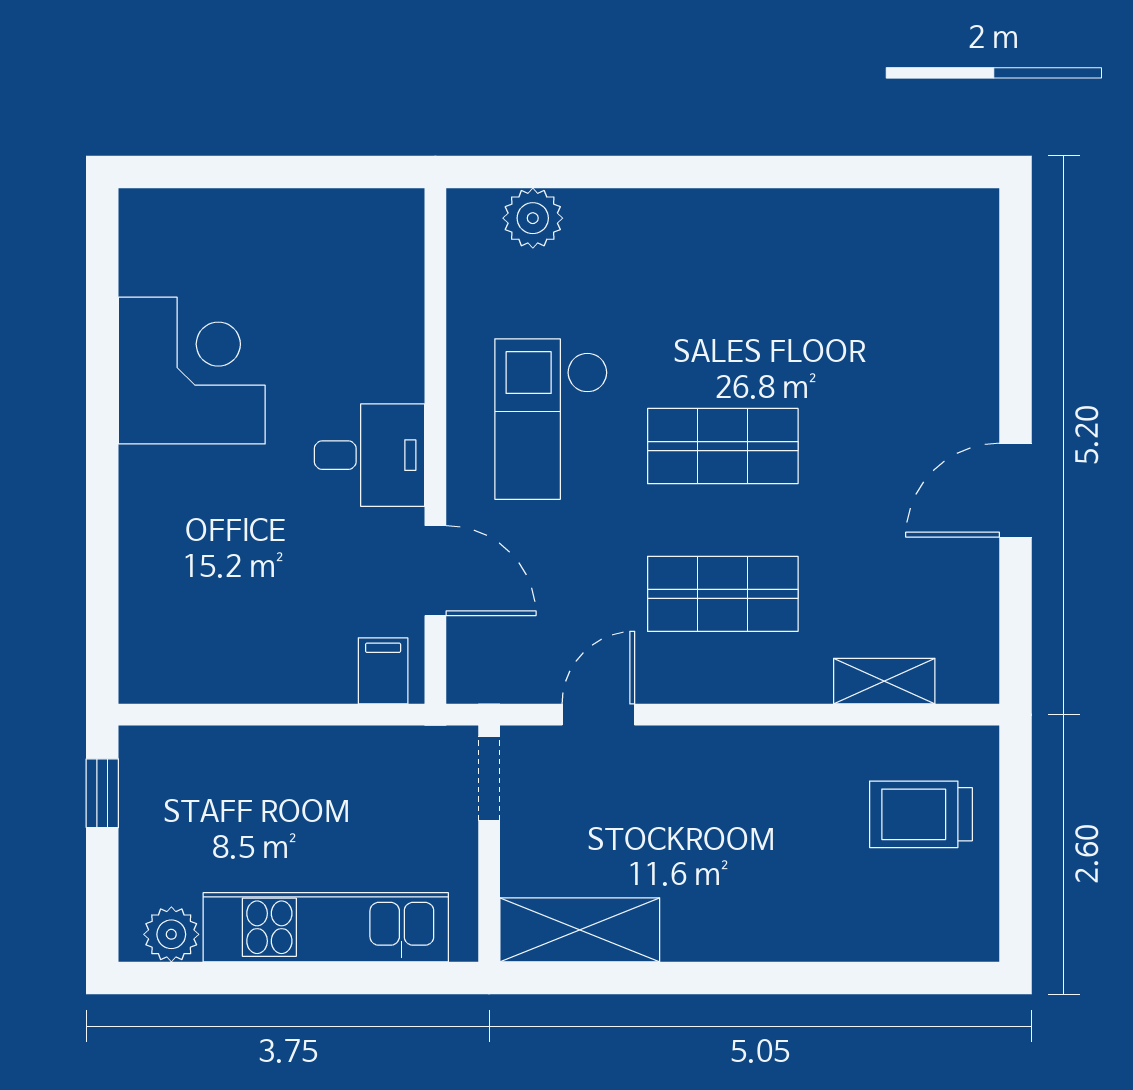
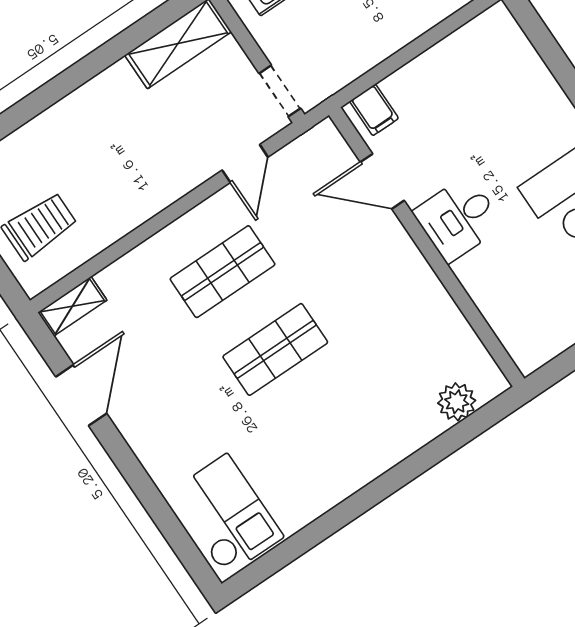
checkout: (551, 419) -> (226, 515), moved
door: (1016, 490) -> (81, 395), moved
shelving: (884, 681) -> (72, 306), moved

